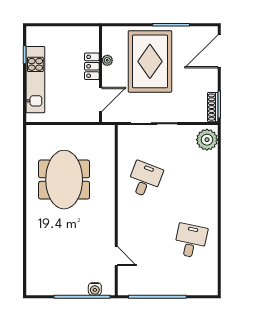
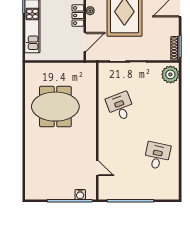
desk: (145, 179) -> (120, 107), turned -42
meeting table: (64, 180) -> (55, 107), turned 90

